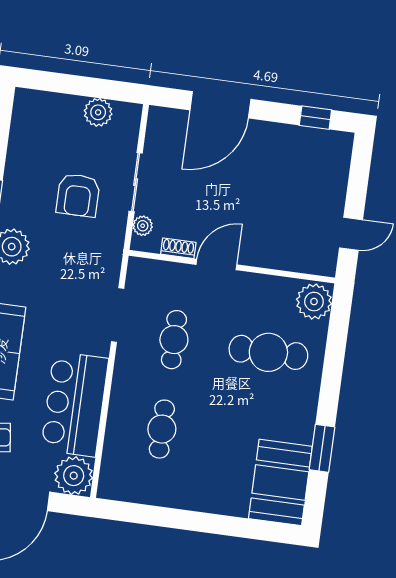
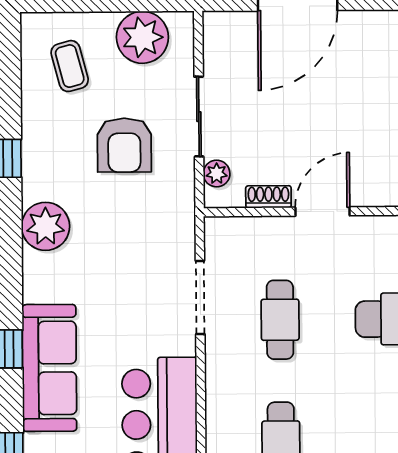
plant: (98, 112) -> (142, 37), width x1.36, depth x1.36
coffee table: (46, 132) -> (70, 66), added

